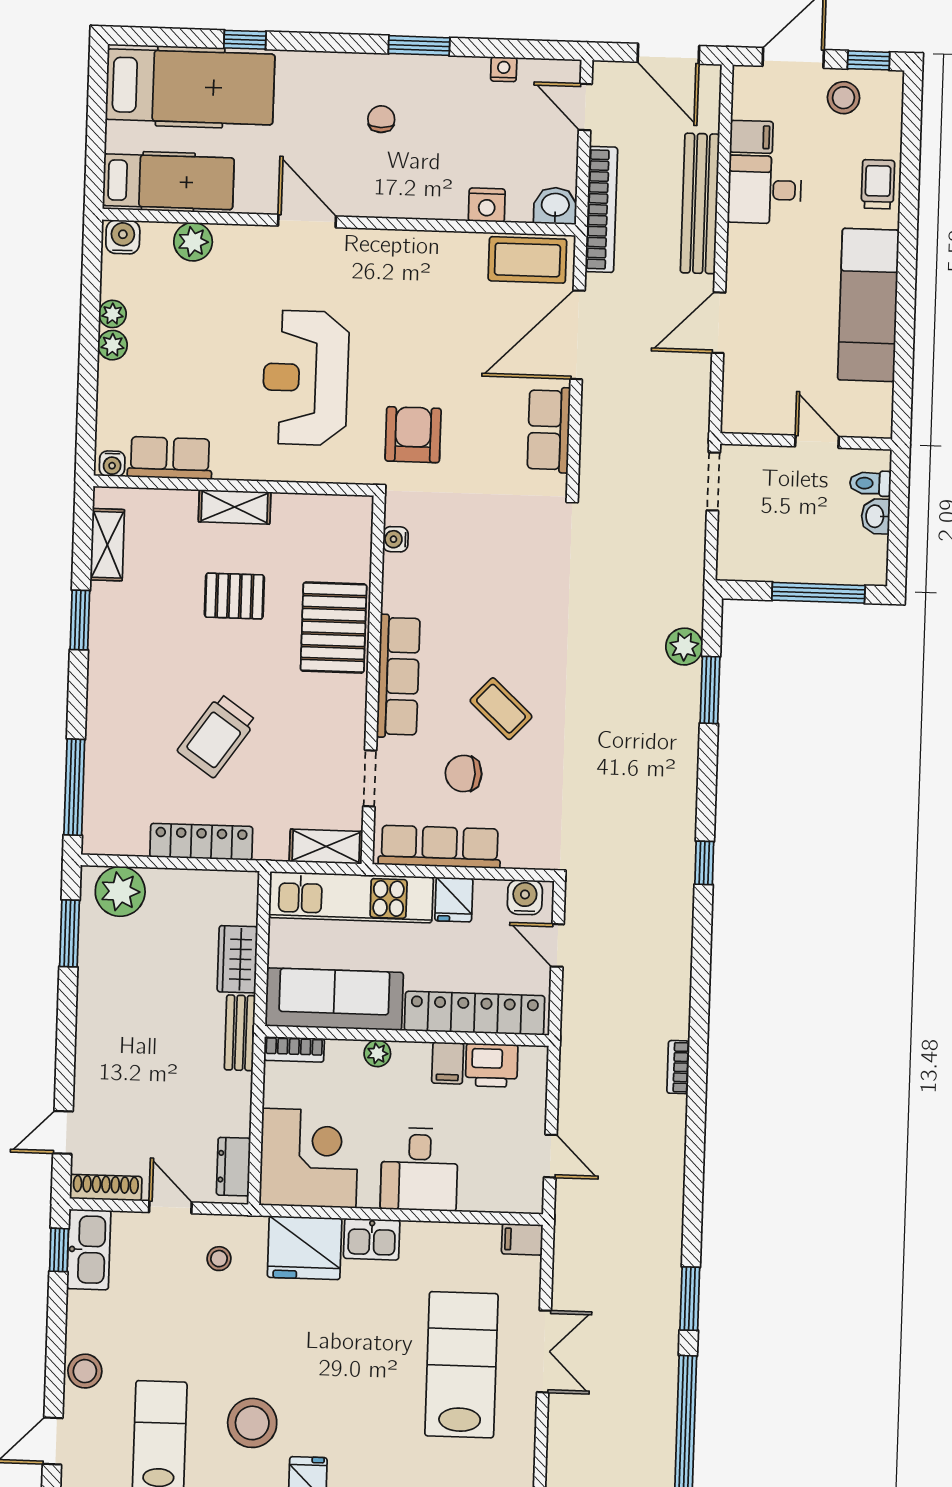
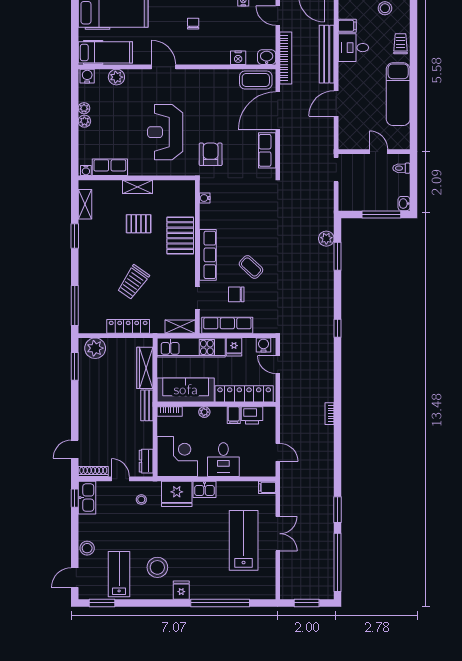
washbasin: (876, 516) -> (404, 204), moved
wardrobe: (237, 959) -> (145, 368), width x1.50

